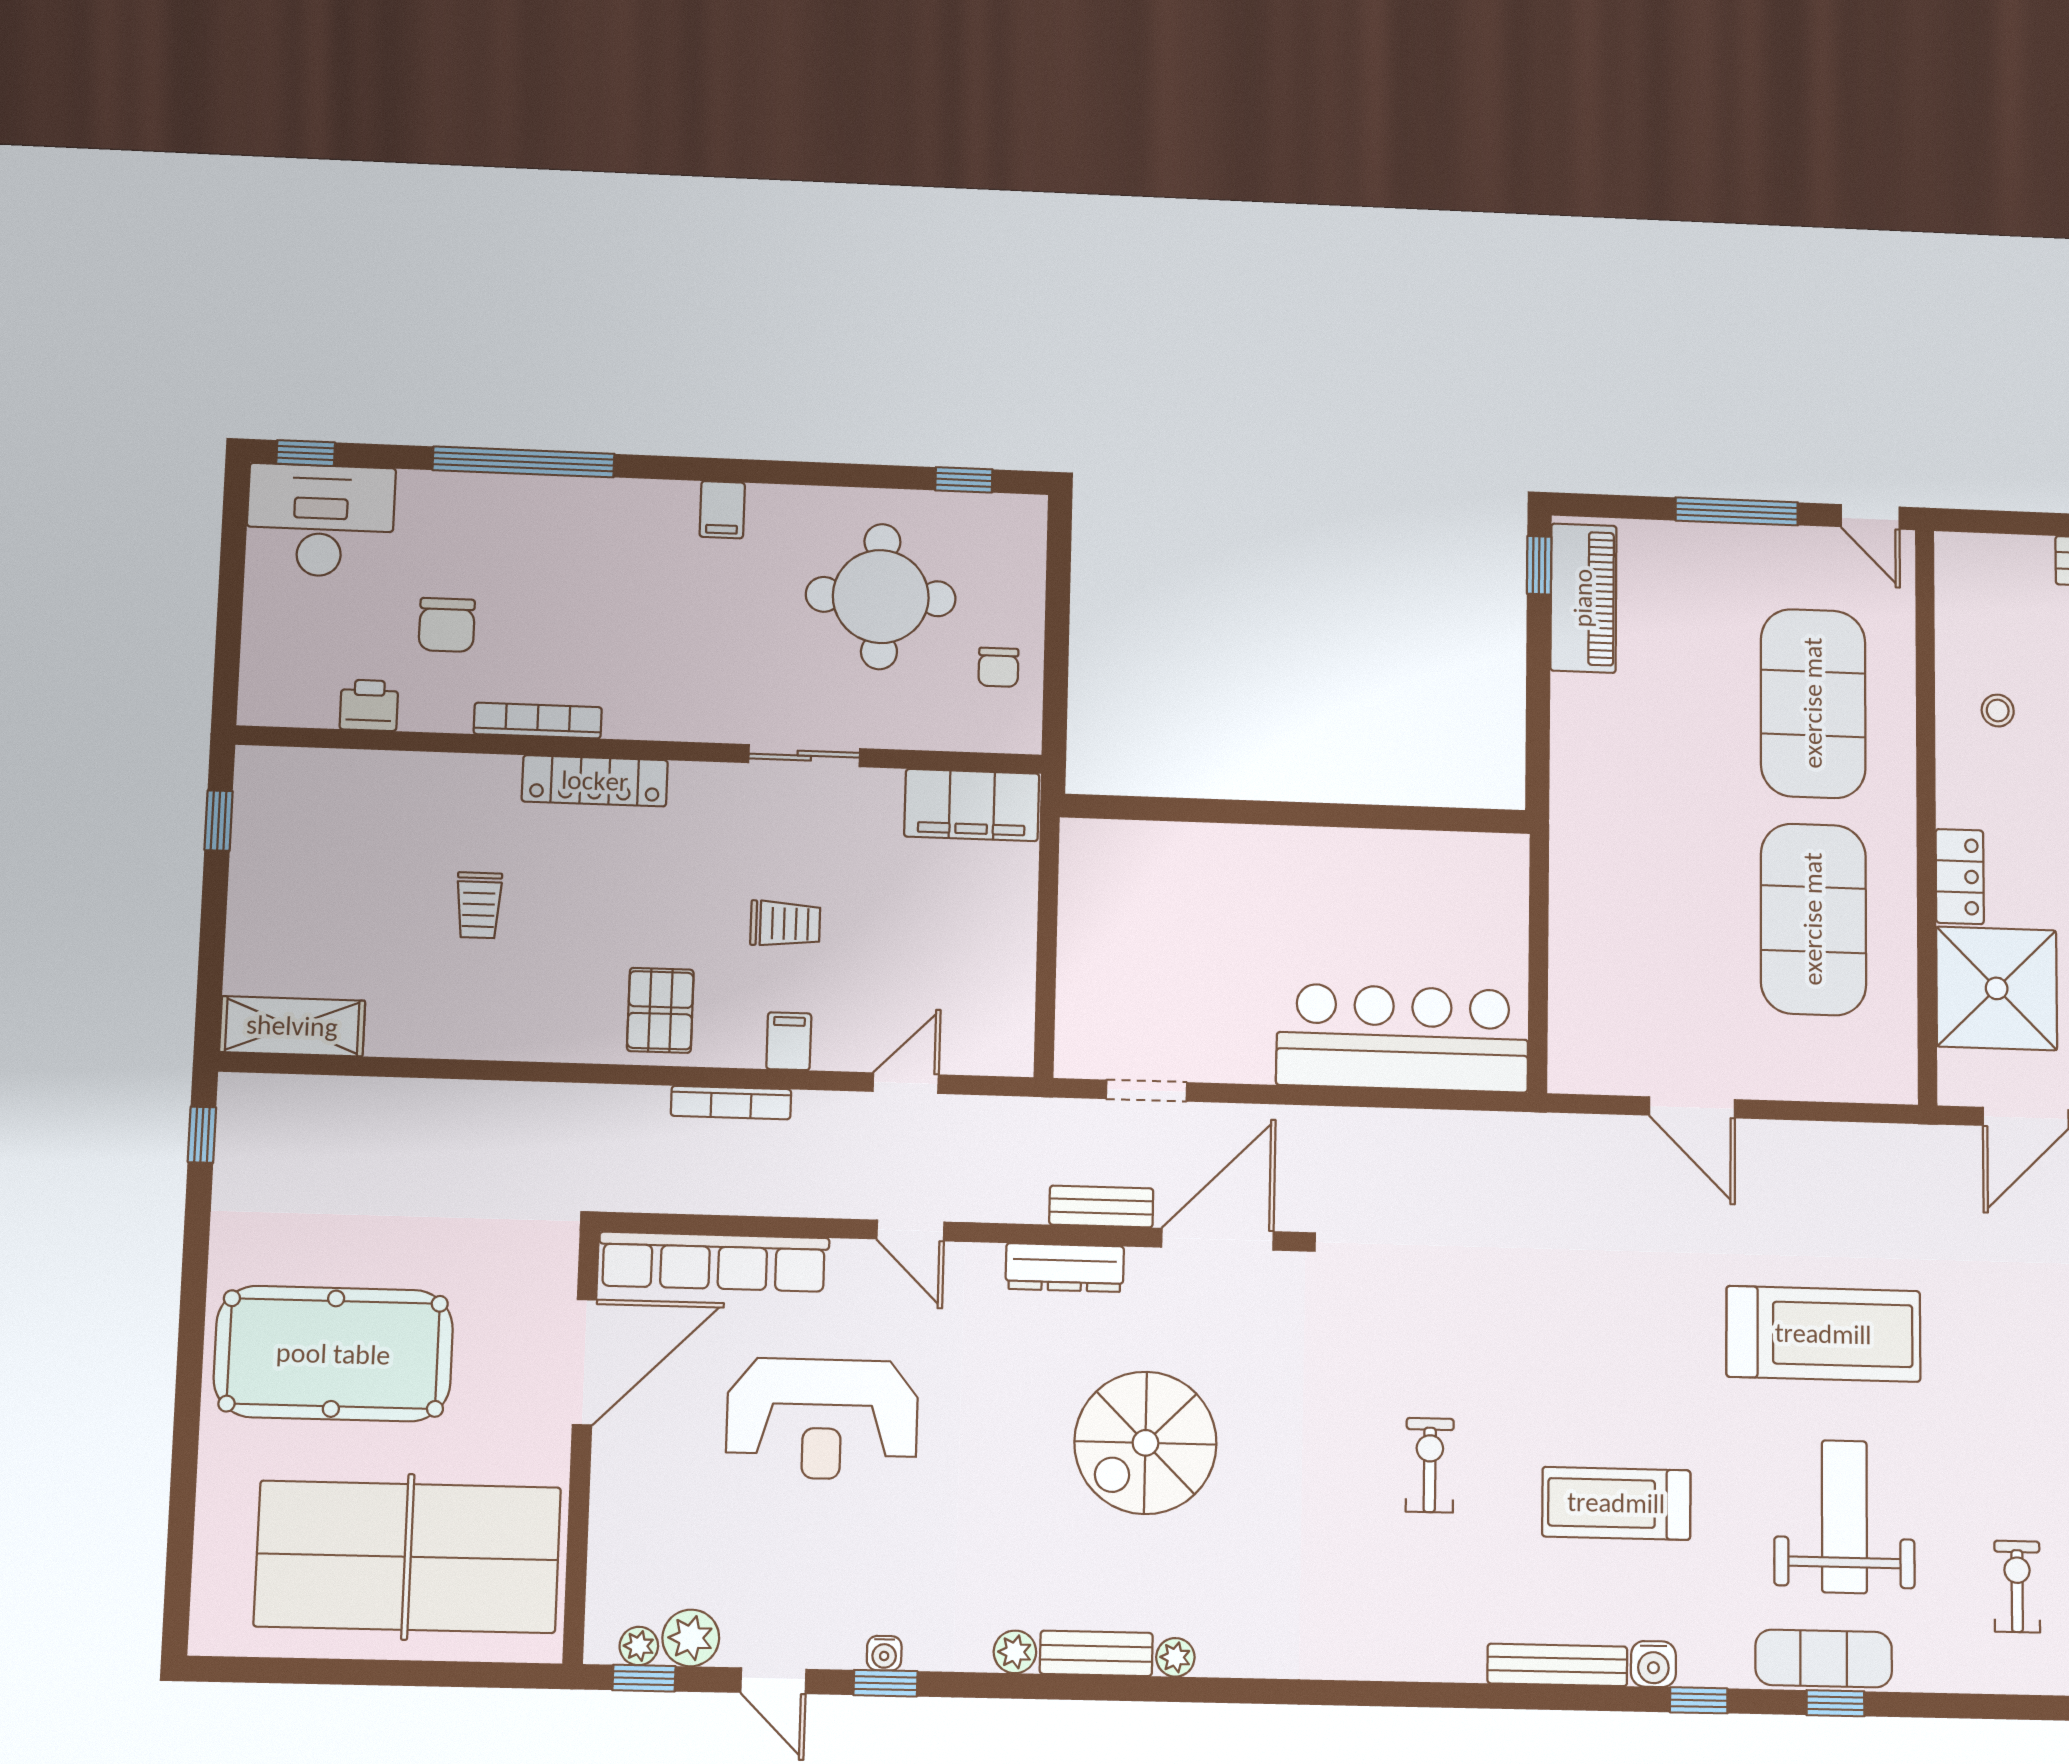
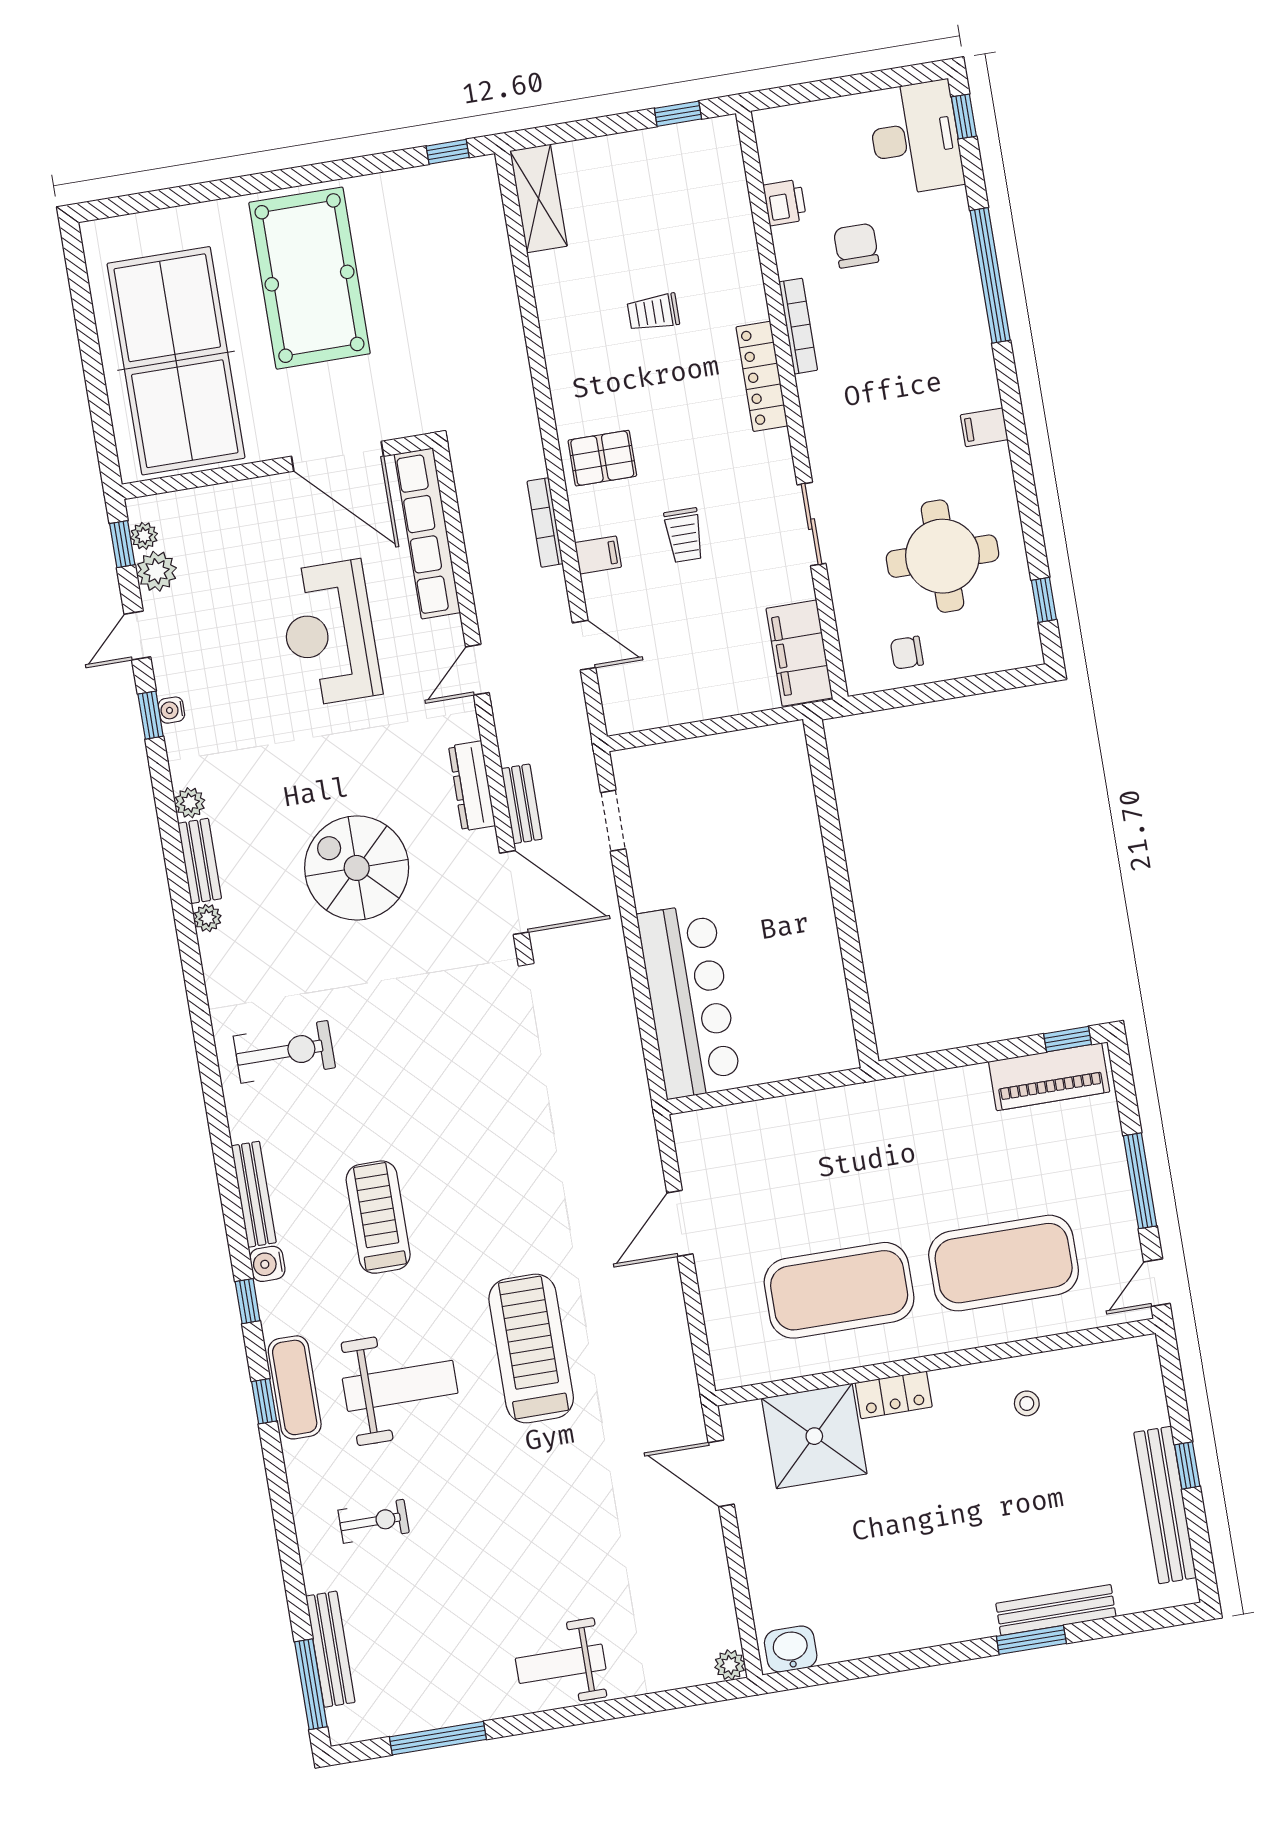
chair: (447, 625) -> (856, 246), turned 90
treadmill: (1823, 1334) -> (531, 1349), turned 180
exercise bike: (1430, 1465) -> (284, 1052), moved, width x1.38, depth x1.39

